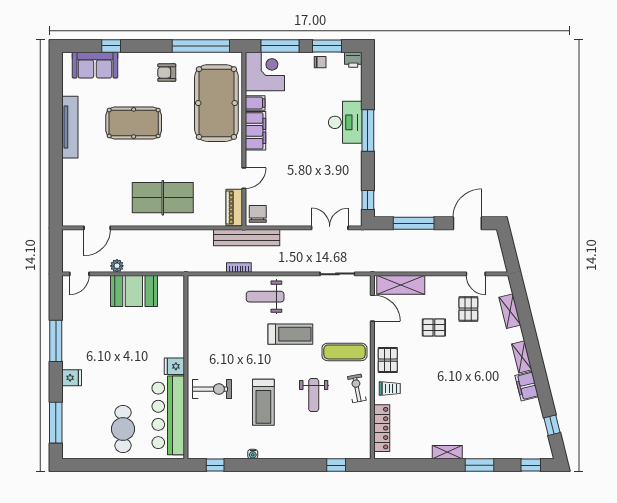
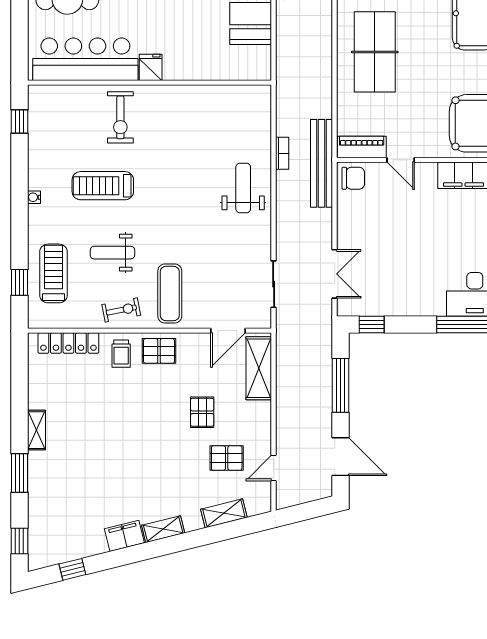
treadmill: (290, 334) -> (53, 273), moved, turned 180
water cooler: (253, 454) -> (34, 197), moved

